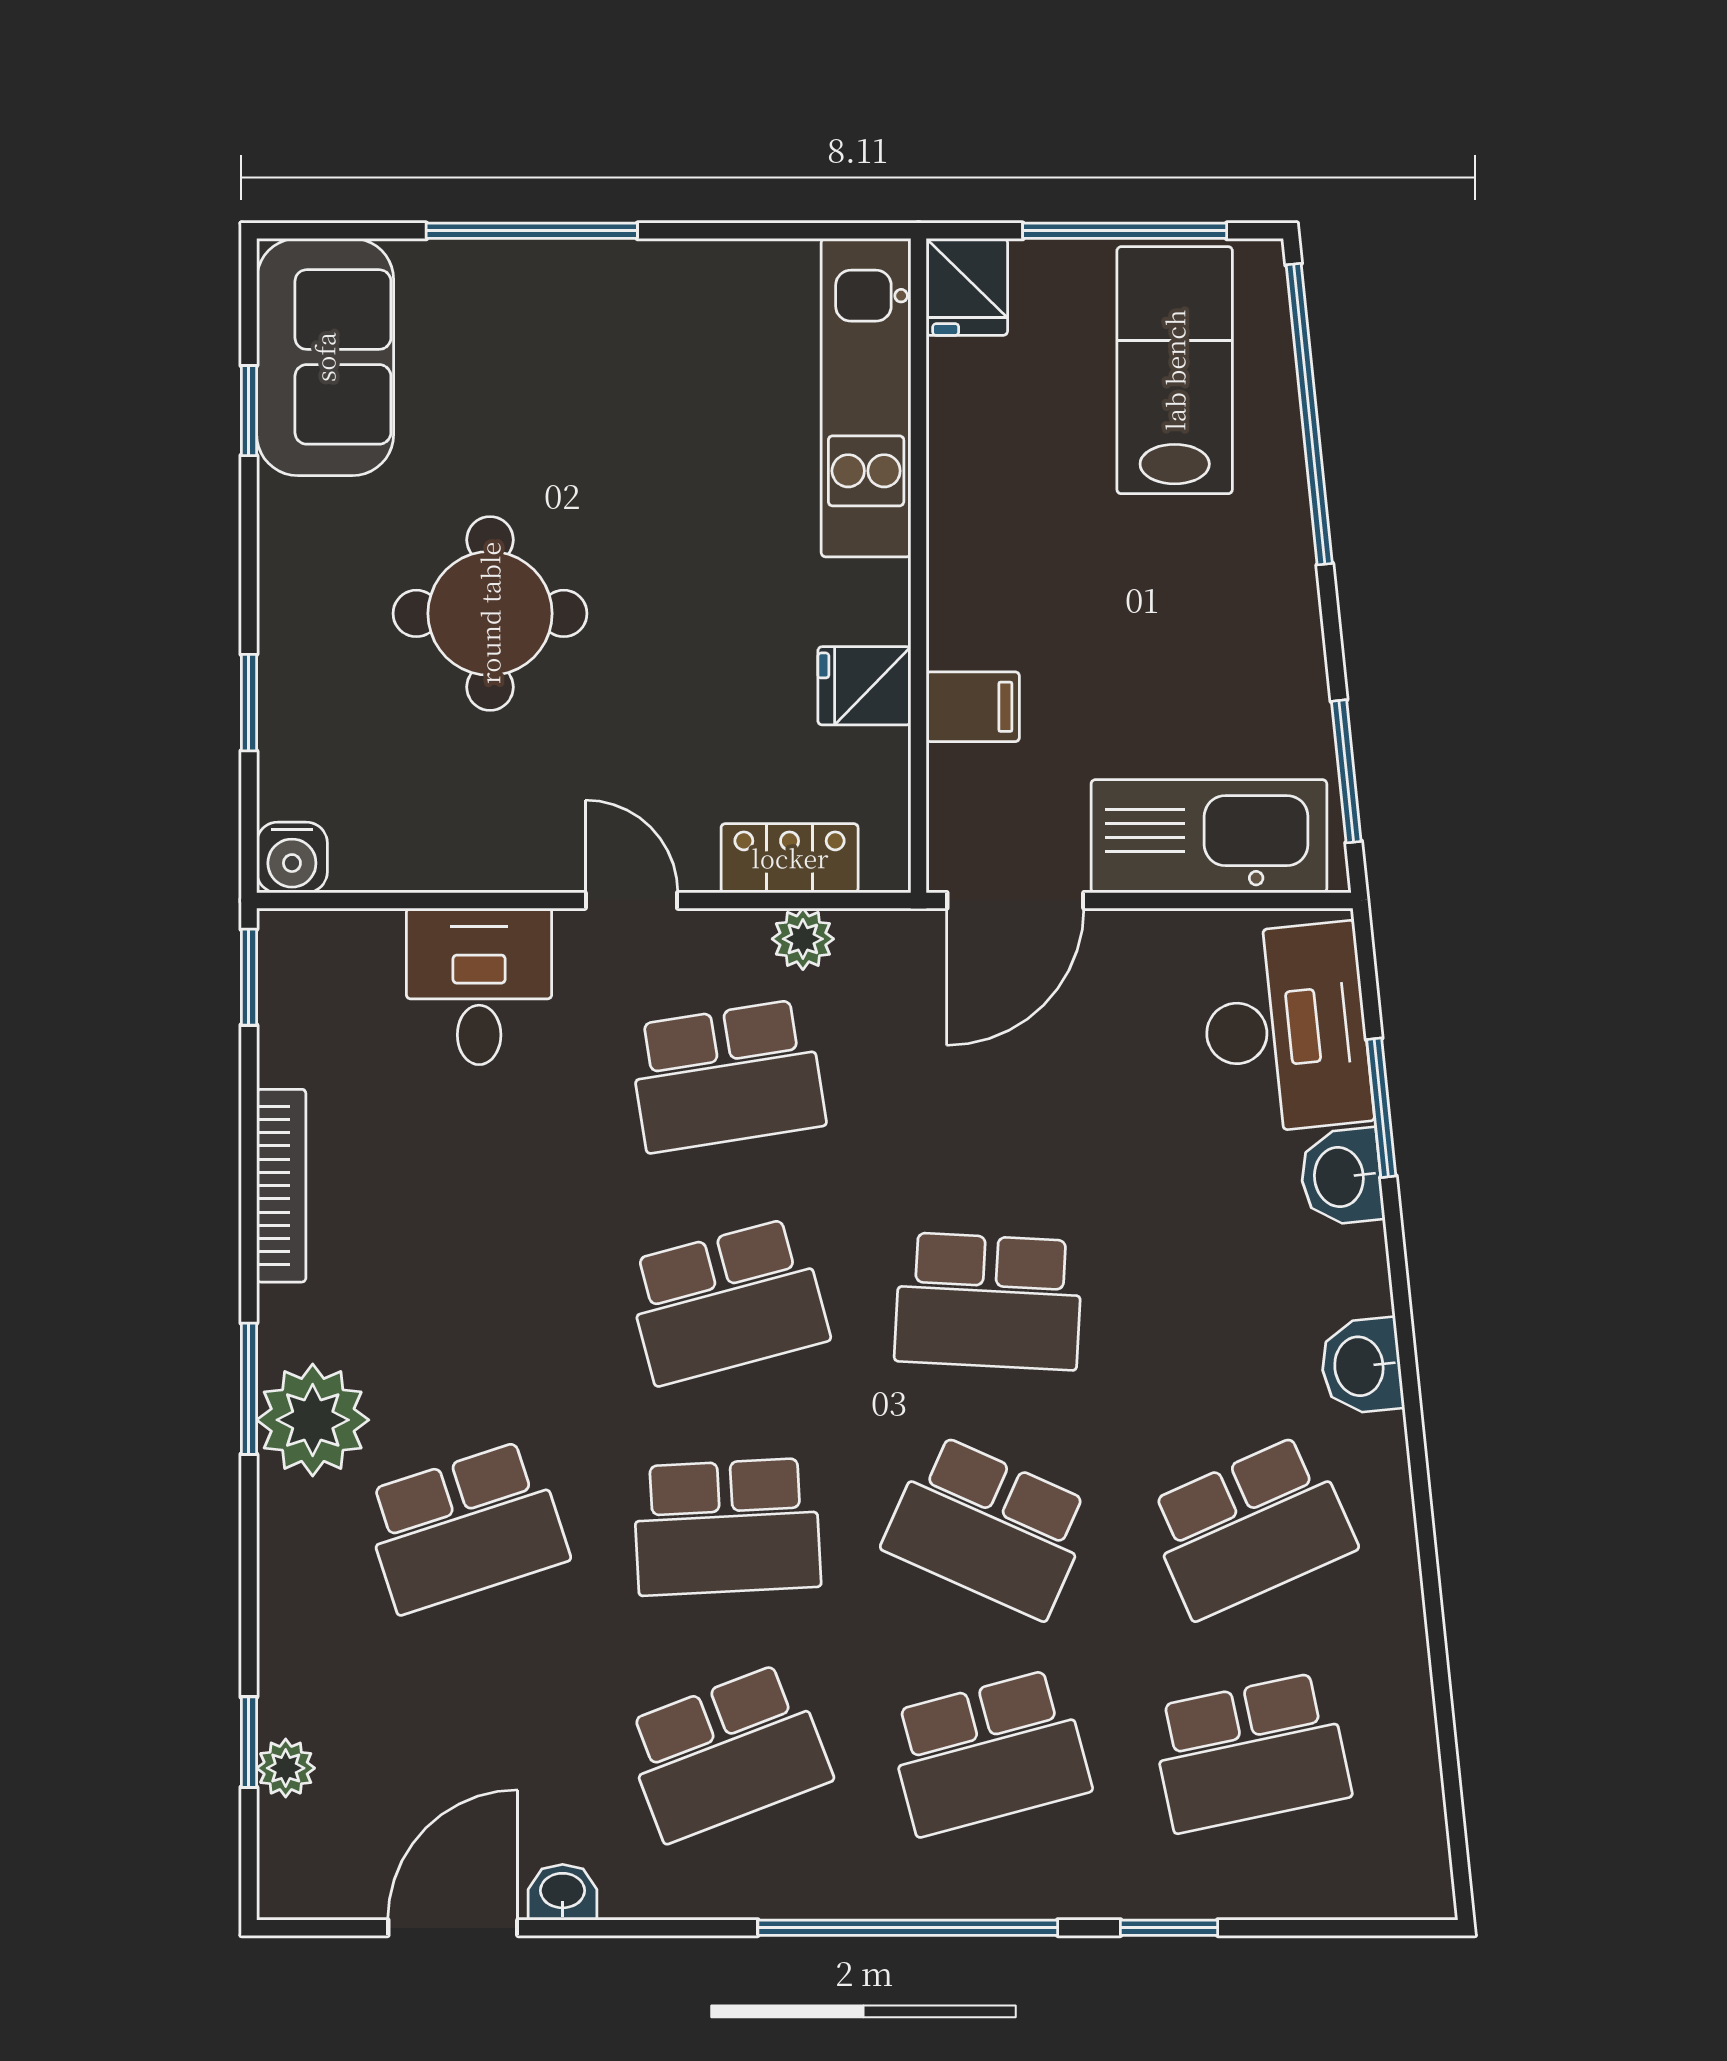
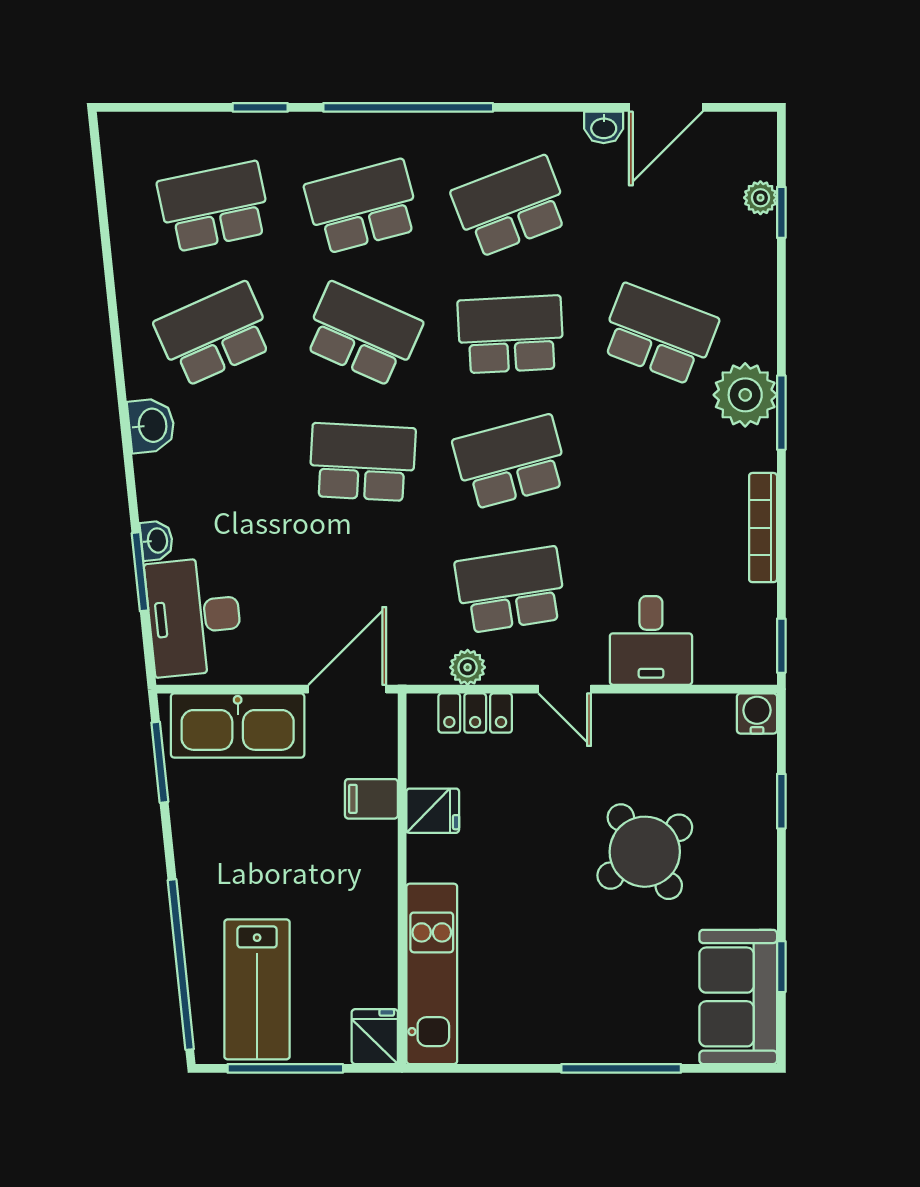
round table: (490, 613) -> (645, 852), turned -35
washbasin: (1341, 1177) -> (157, 541), width x0.72, depth x0.69
school desk: (465, 1527) -> (659, 334), turned 39

